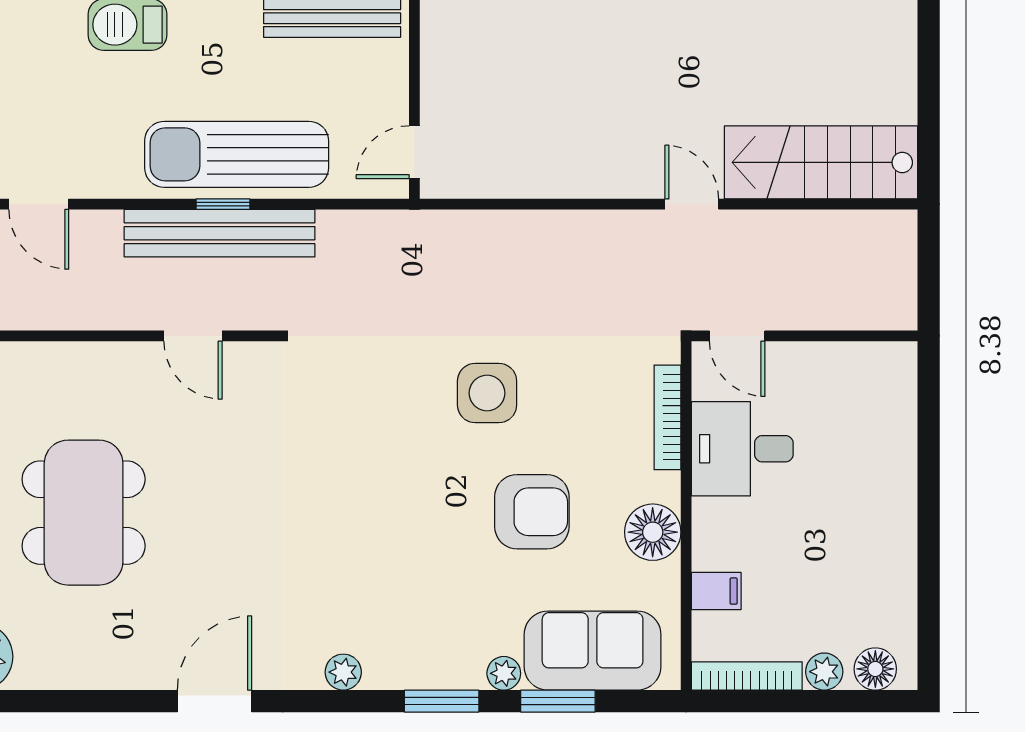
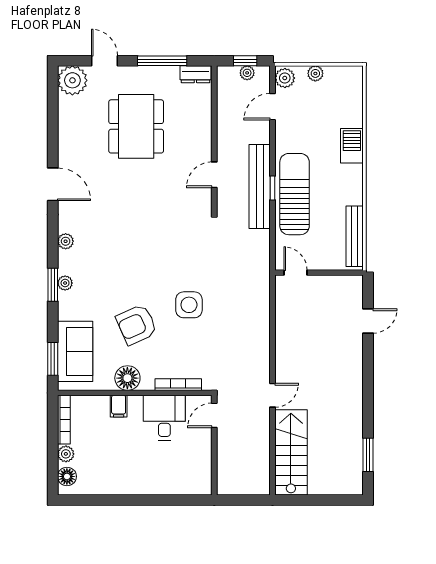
armchair: (532, 512) -> (136, 325), turned 66
dining table: (84, 513) -> (136, 126), turned 90
filing cabinet: (716, 591) -> (119, 406), moved
plant: (504, 673) -> (65, 283), moved
window: (558, 701) -> (53, 359), moved

